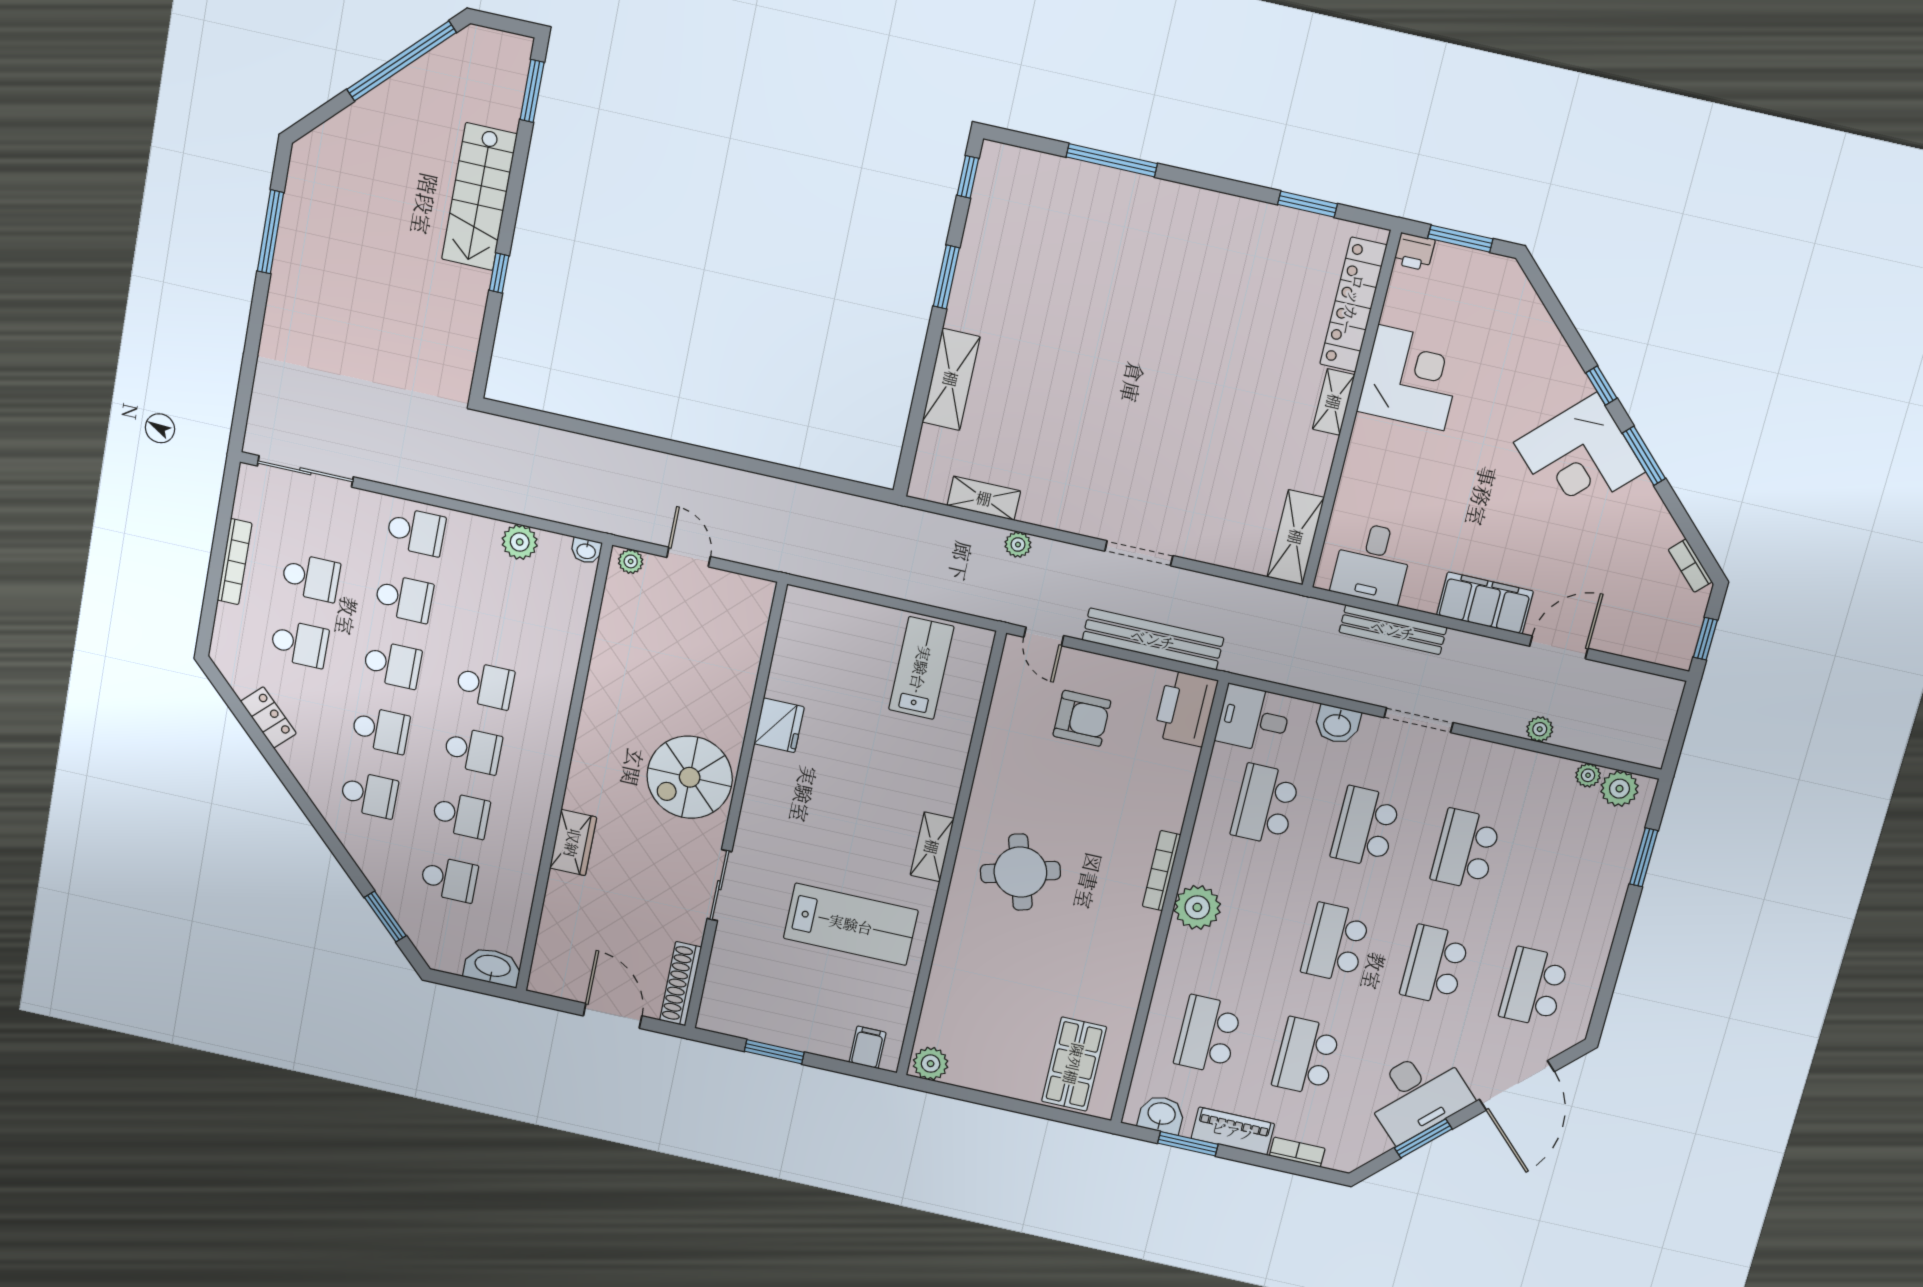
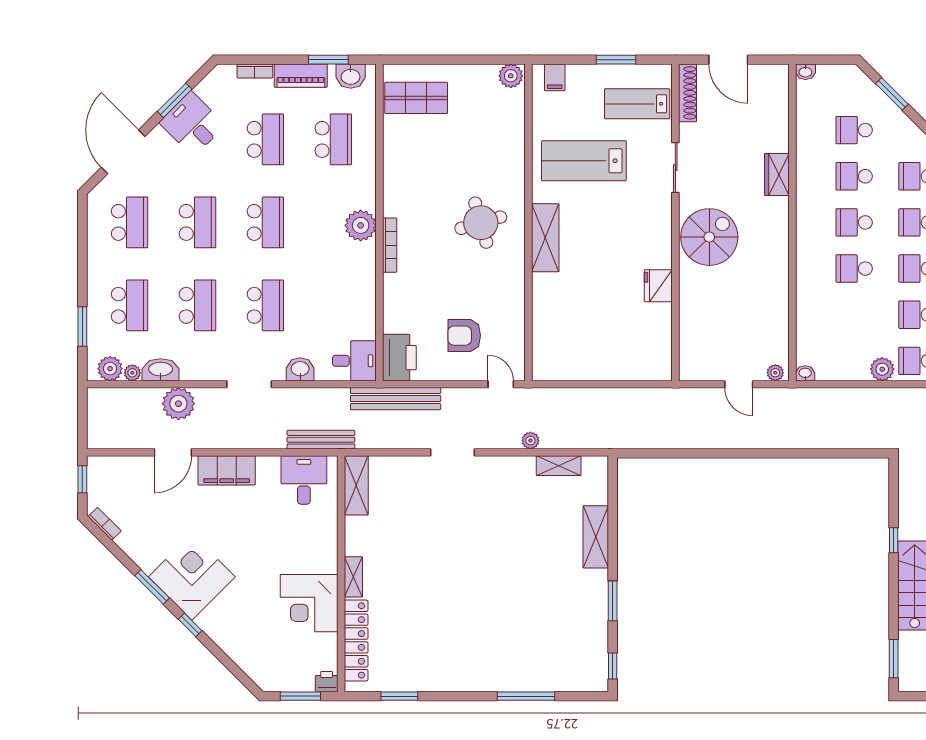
plant: (520, 542) -> (882, 369), moved
bench: (1393, 630) -> (321, 440), moved
bench: (1153, 639) -> (396, 399), moved
lab bench: (921, 668) -> (637, 104), moved, turned 90
plant: (1540, 729) -> (178, 404), width x1.88, depth x1.88
washbasin: (1545, 770) -> (161, 370), added
school desk: (1265, 804) -> (130, 305), moved
shelving: (932, 847) -> (545, 238), width x1.50, depth x1.33
washbasin: (492, 967) -> (805, 72), width x0.52, depth x0.69
shop shelf: (1074, 1064) -> (416, 98), turned 90
desk: (1417, 1095) -> (192, 124), width x0.73

